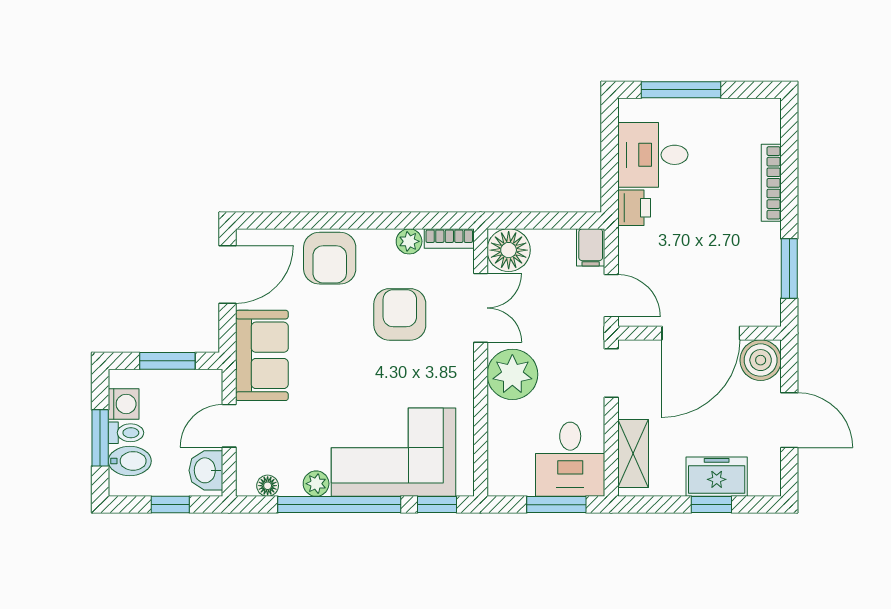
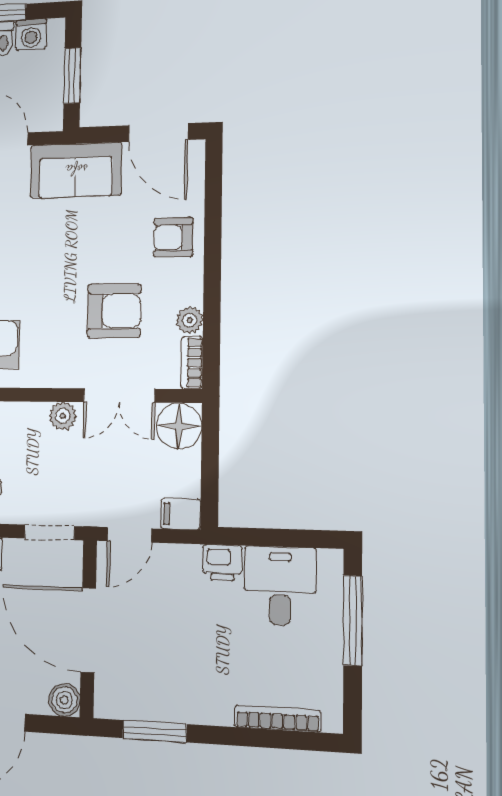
bookcase: (771, 183) -> (277, 719), moved
armchair: (330, 258) -> (173, 237), width x0.72, depth x0.72
boiler: (761, 360) -> (64, 700), width x0.73, depth x0.73
plant: (512, 374) -> (63, 416), width x0.53, depth x0.53

